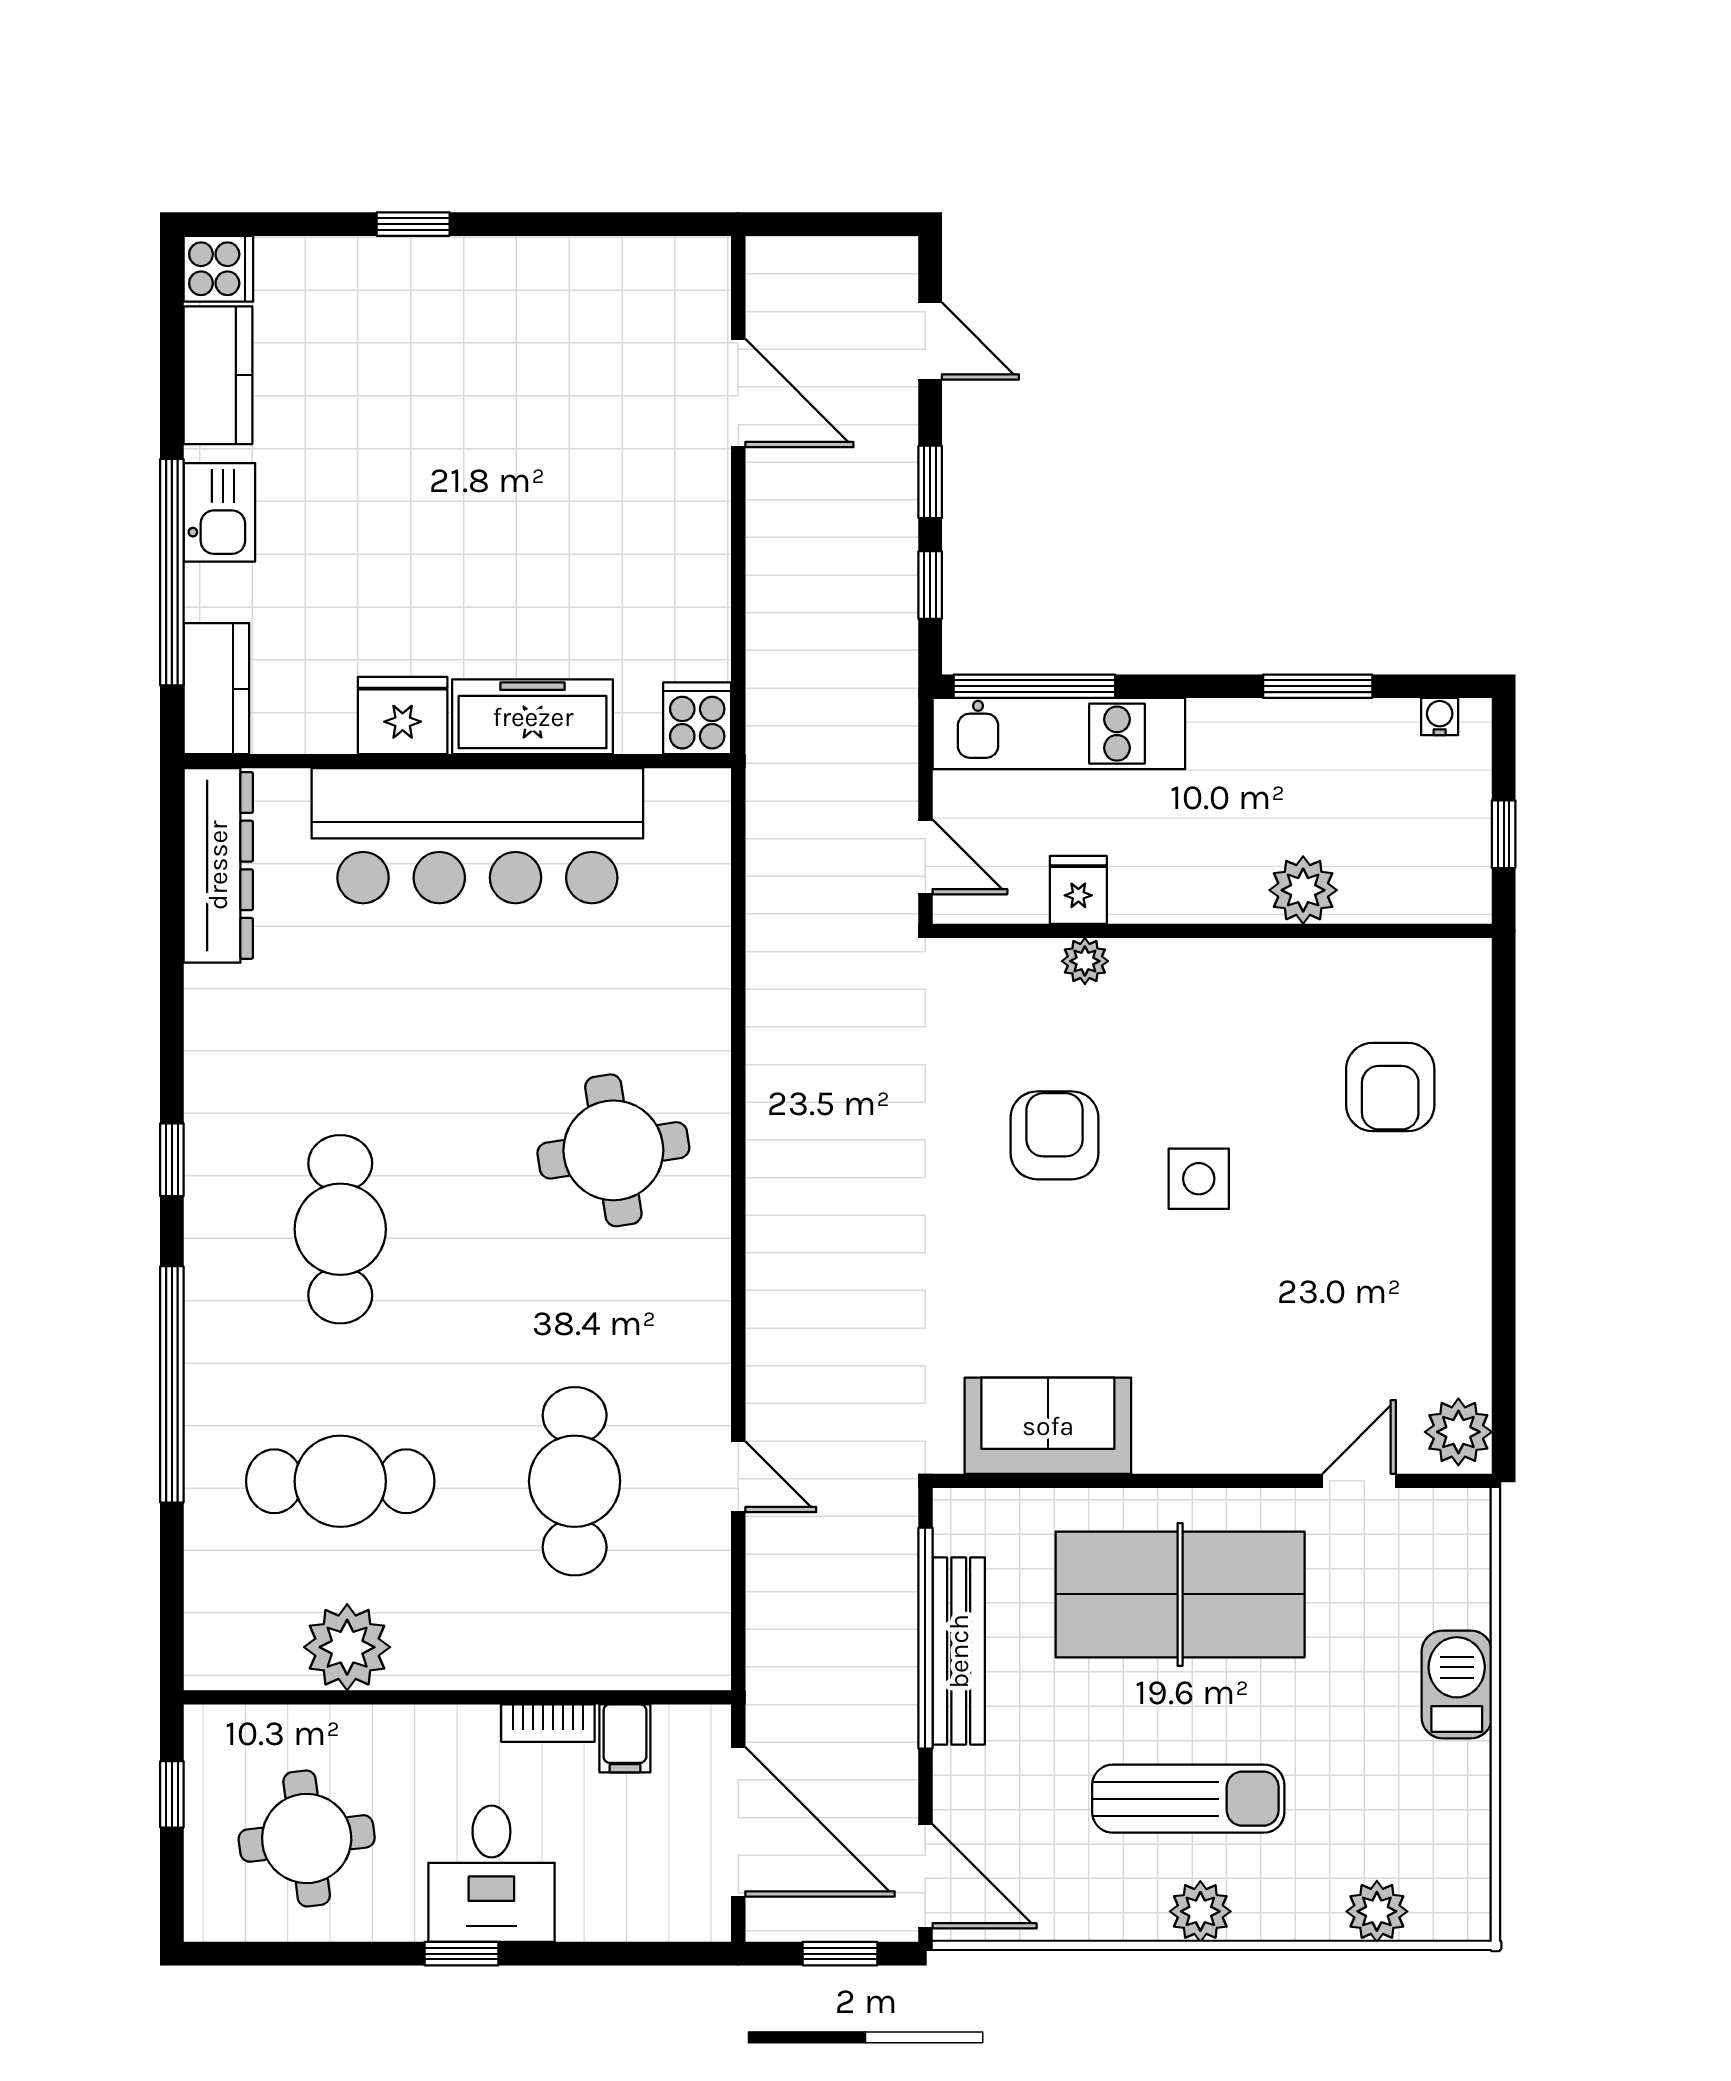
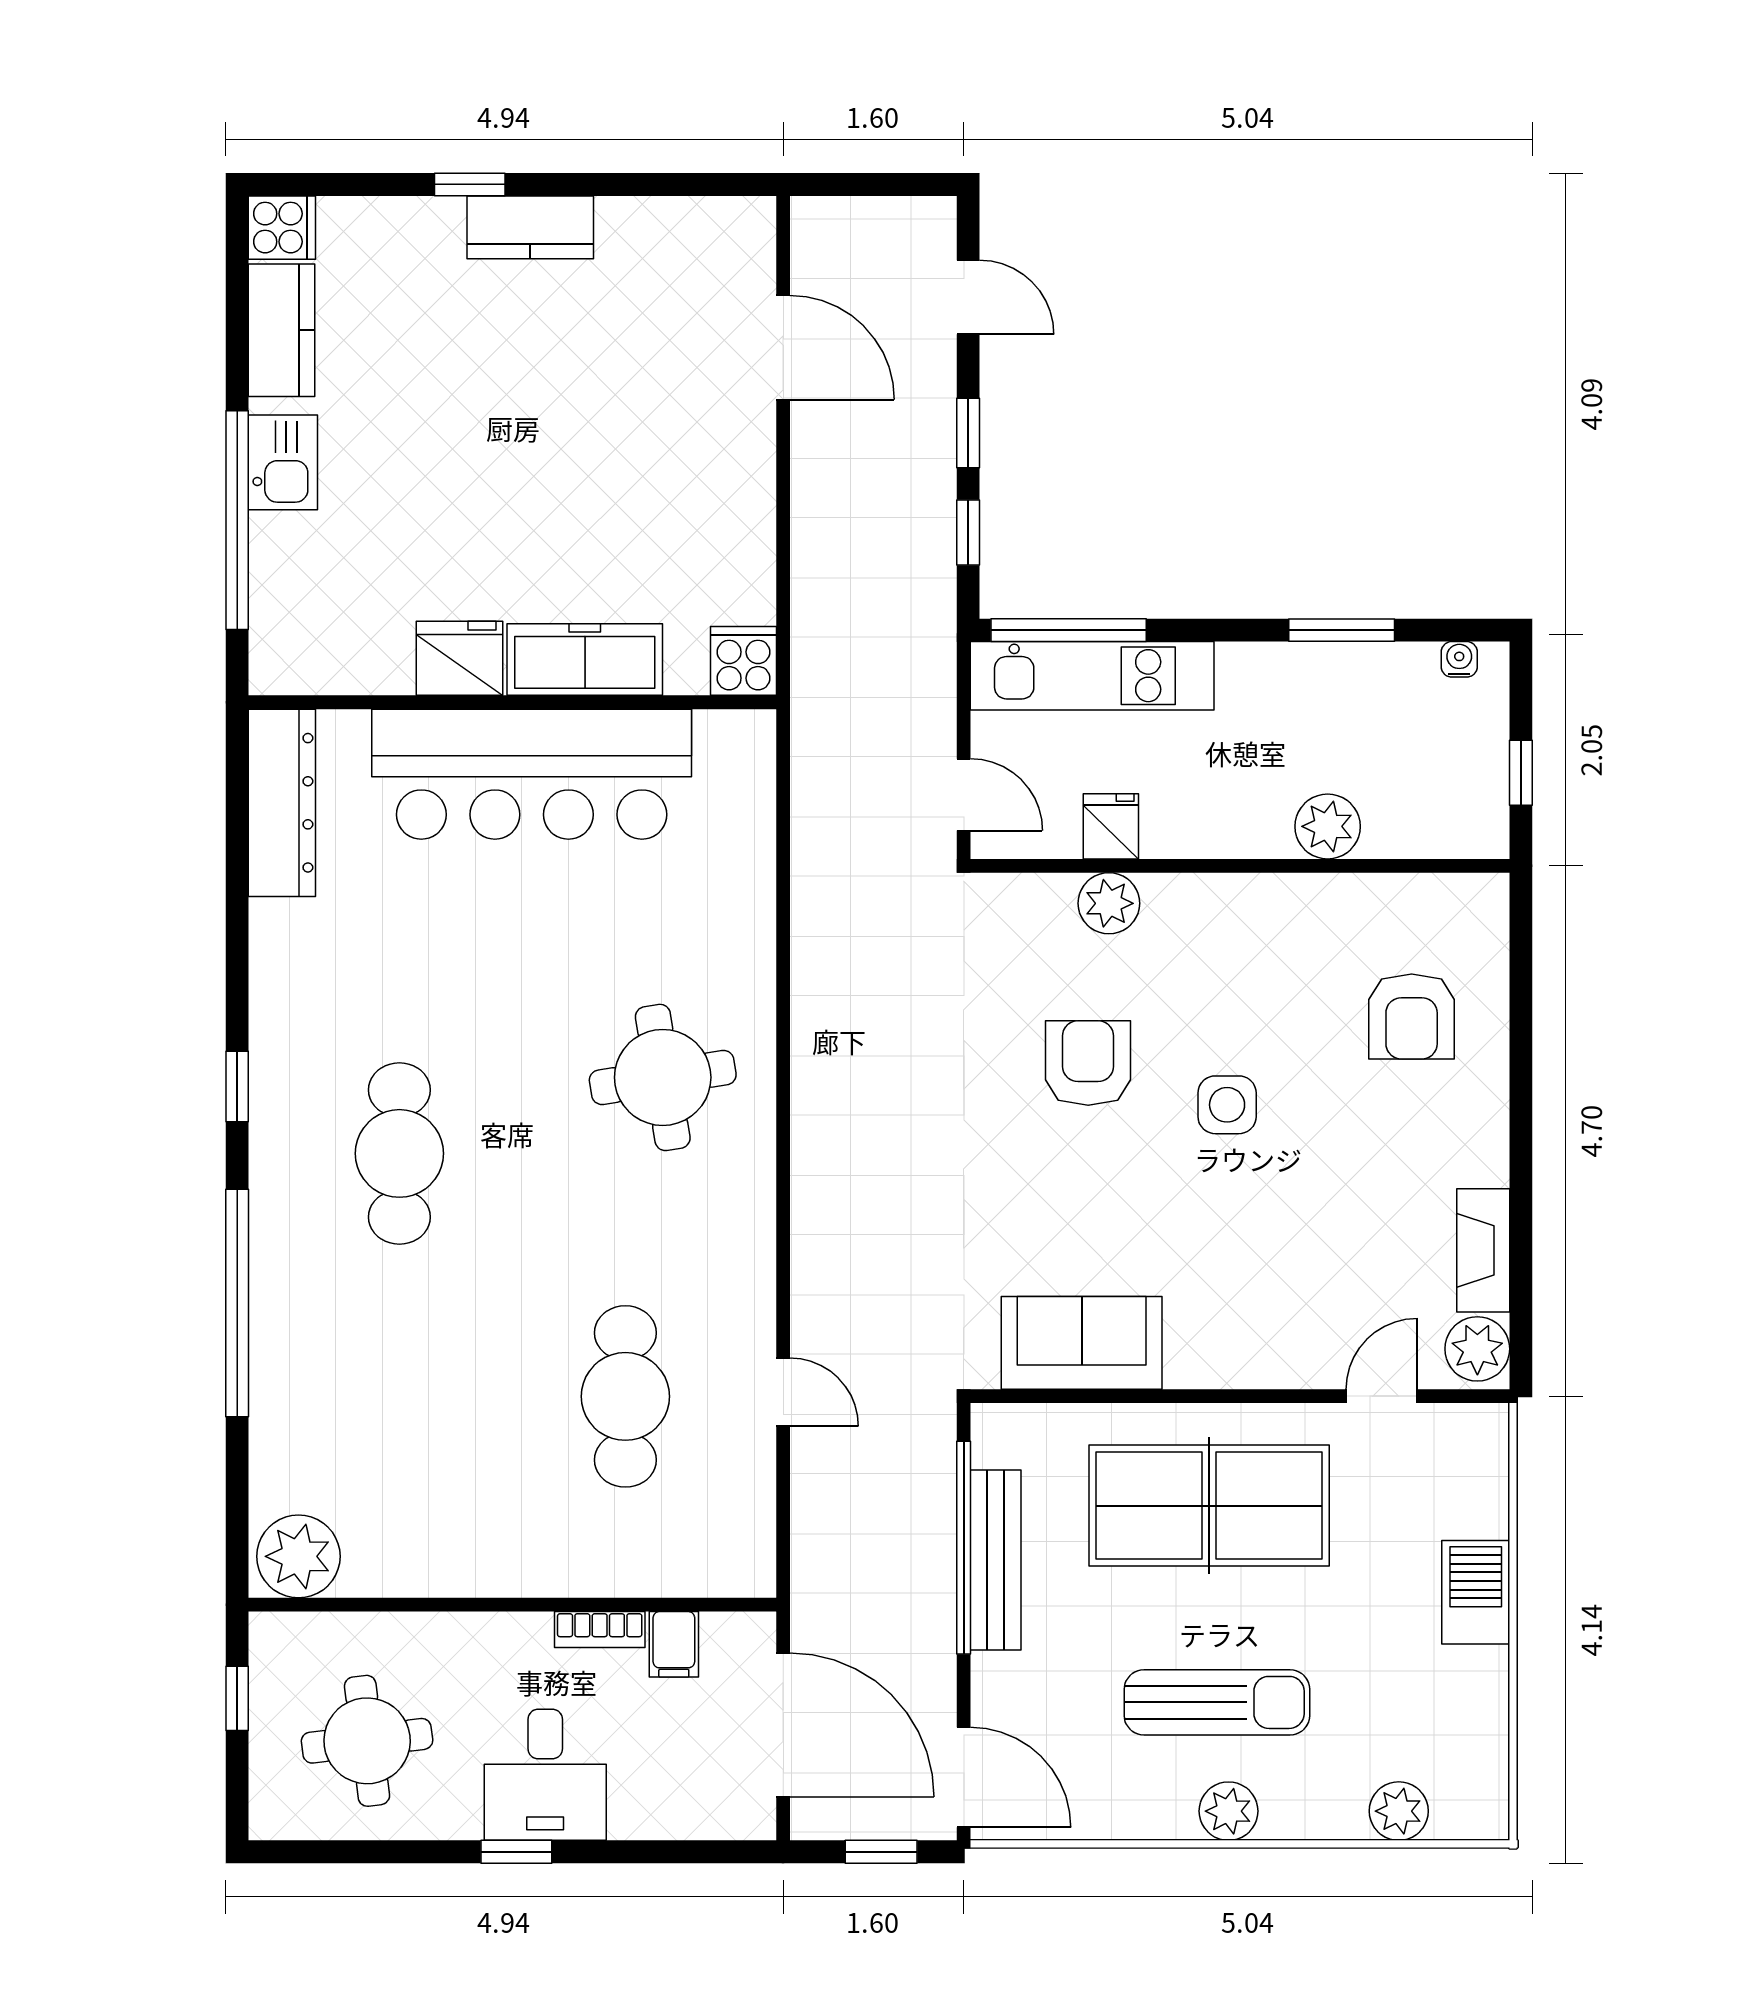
kitchen counter: (216, 689) -> (530, 227), moved, turned 90
plant: (1085, 961) -> (1109, 903), width x1.38, depth x1.38
fireplace: (1464, 1330) -> (1483, 1250), added
cafe table: (340, 1481) -> (399, 1396), removed
plant: (347, 1647) -> (298, 1556), moved

